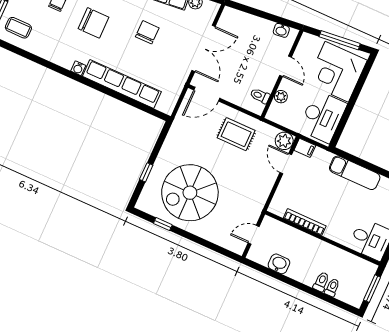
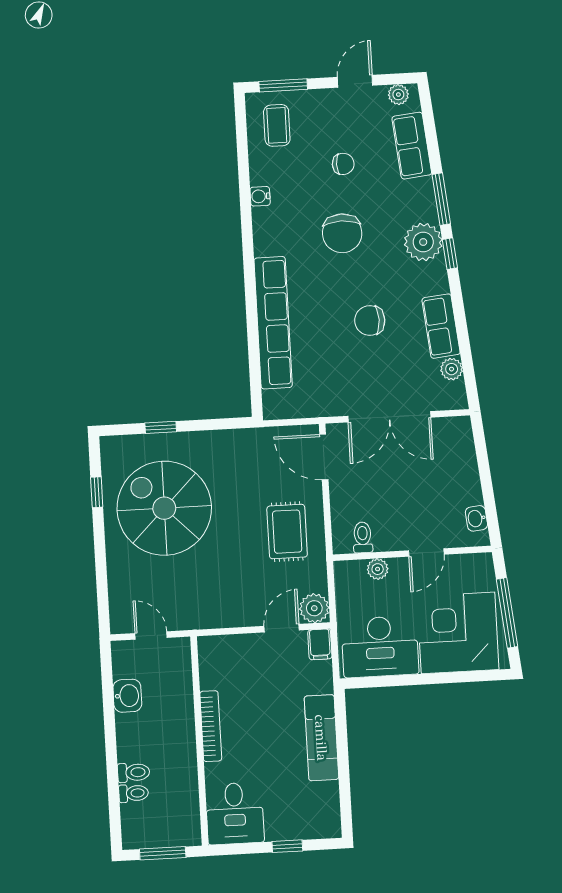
chair: (147, 32) -> (370, 320), turned 180
water cooler: (78, 68) -> (260, 196), moved
bookcase: (305, 222) -> (211, 726), moved

